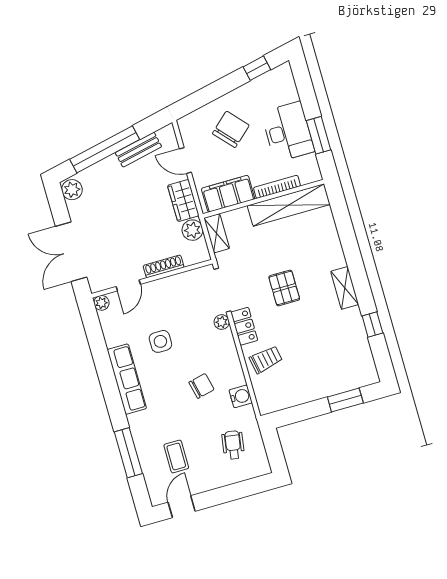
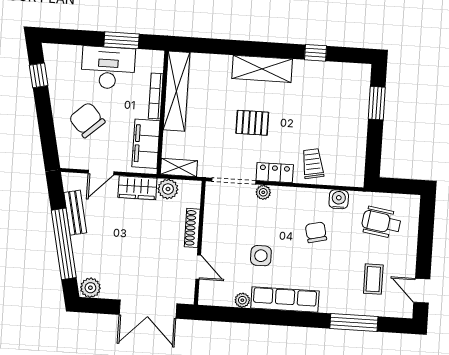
shelving: (345, 288) -> (262, 69), width x1.50, depth x1.33
plant: (101, 303) -> (242, 300), moved
wheelchair: (233, 445) -> (381, 222), width x1.36, depth x1.37
coffee table: (176, 456) -> (373, 279), turned 90

